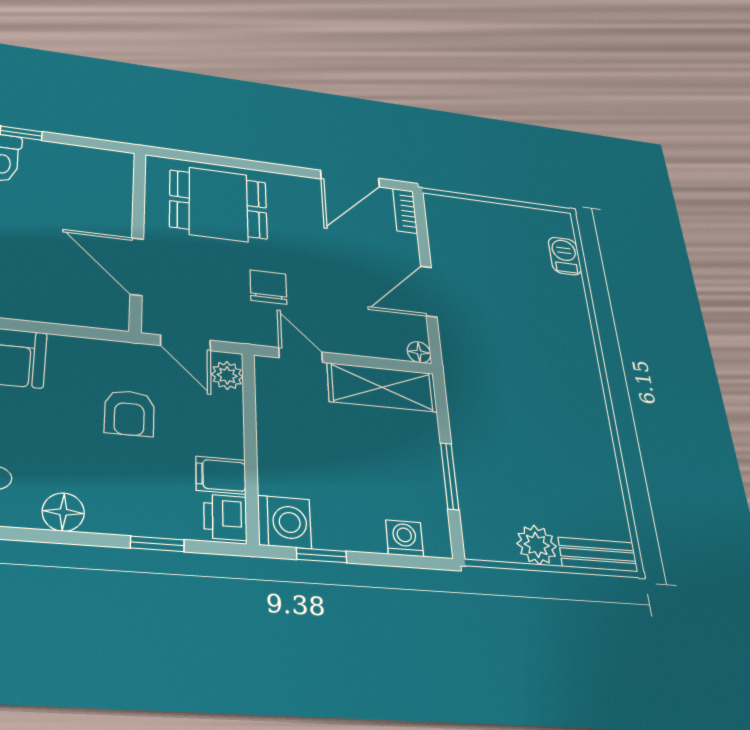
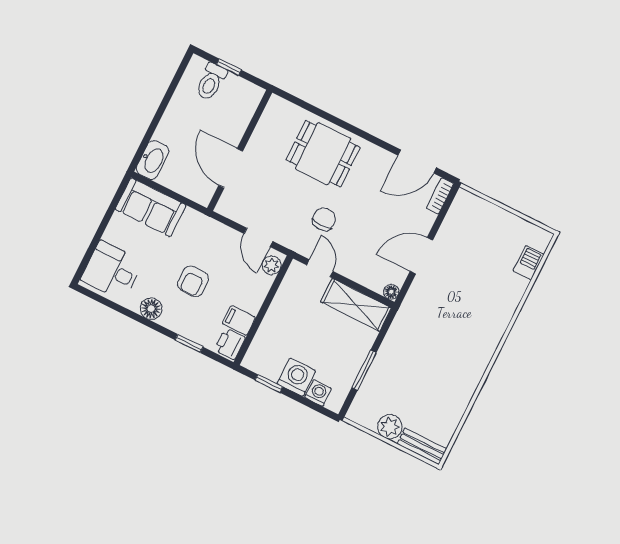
wall: (138, 239) -> (240, 150), moved
door: (137, 266) -> (231, 168), moved
armchair: (129, 413) -> (193, 281), moved
washing machine: (285, 522) -> (296, 377), moved, turned -90

